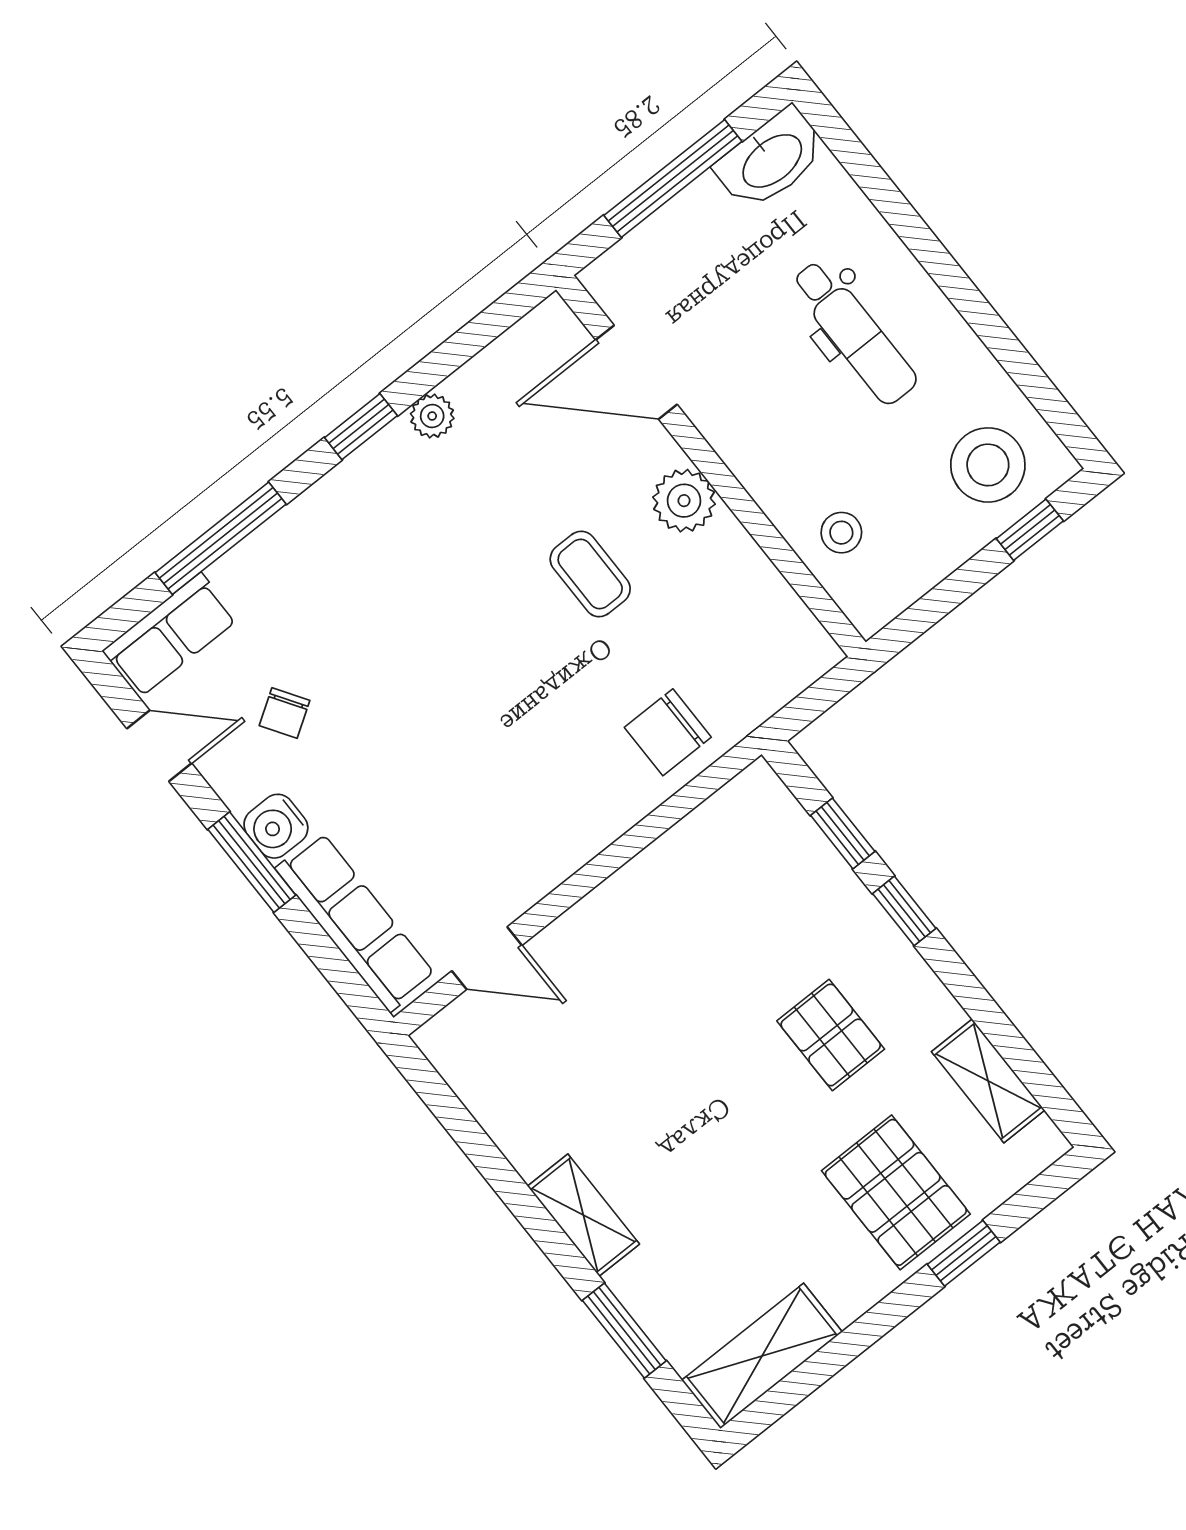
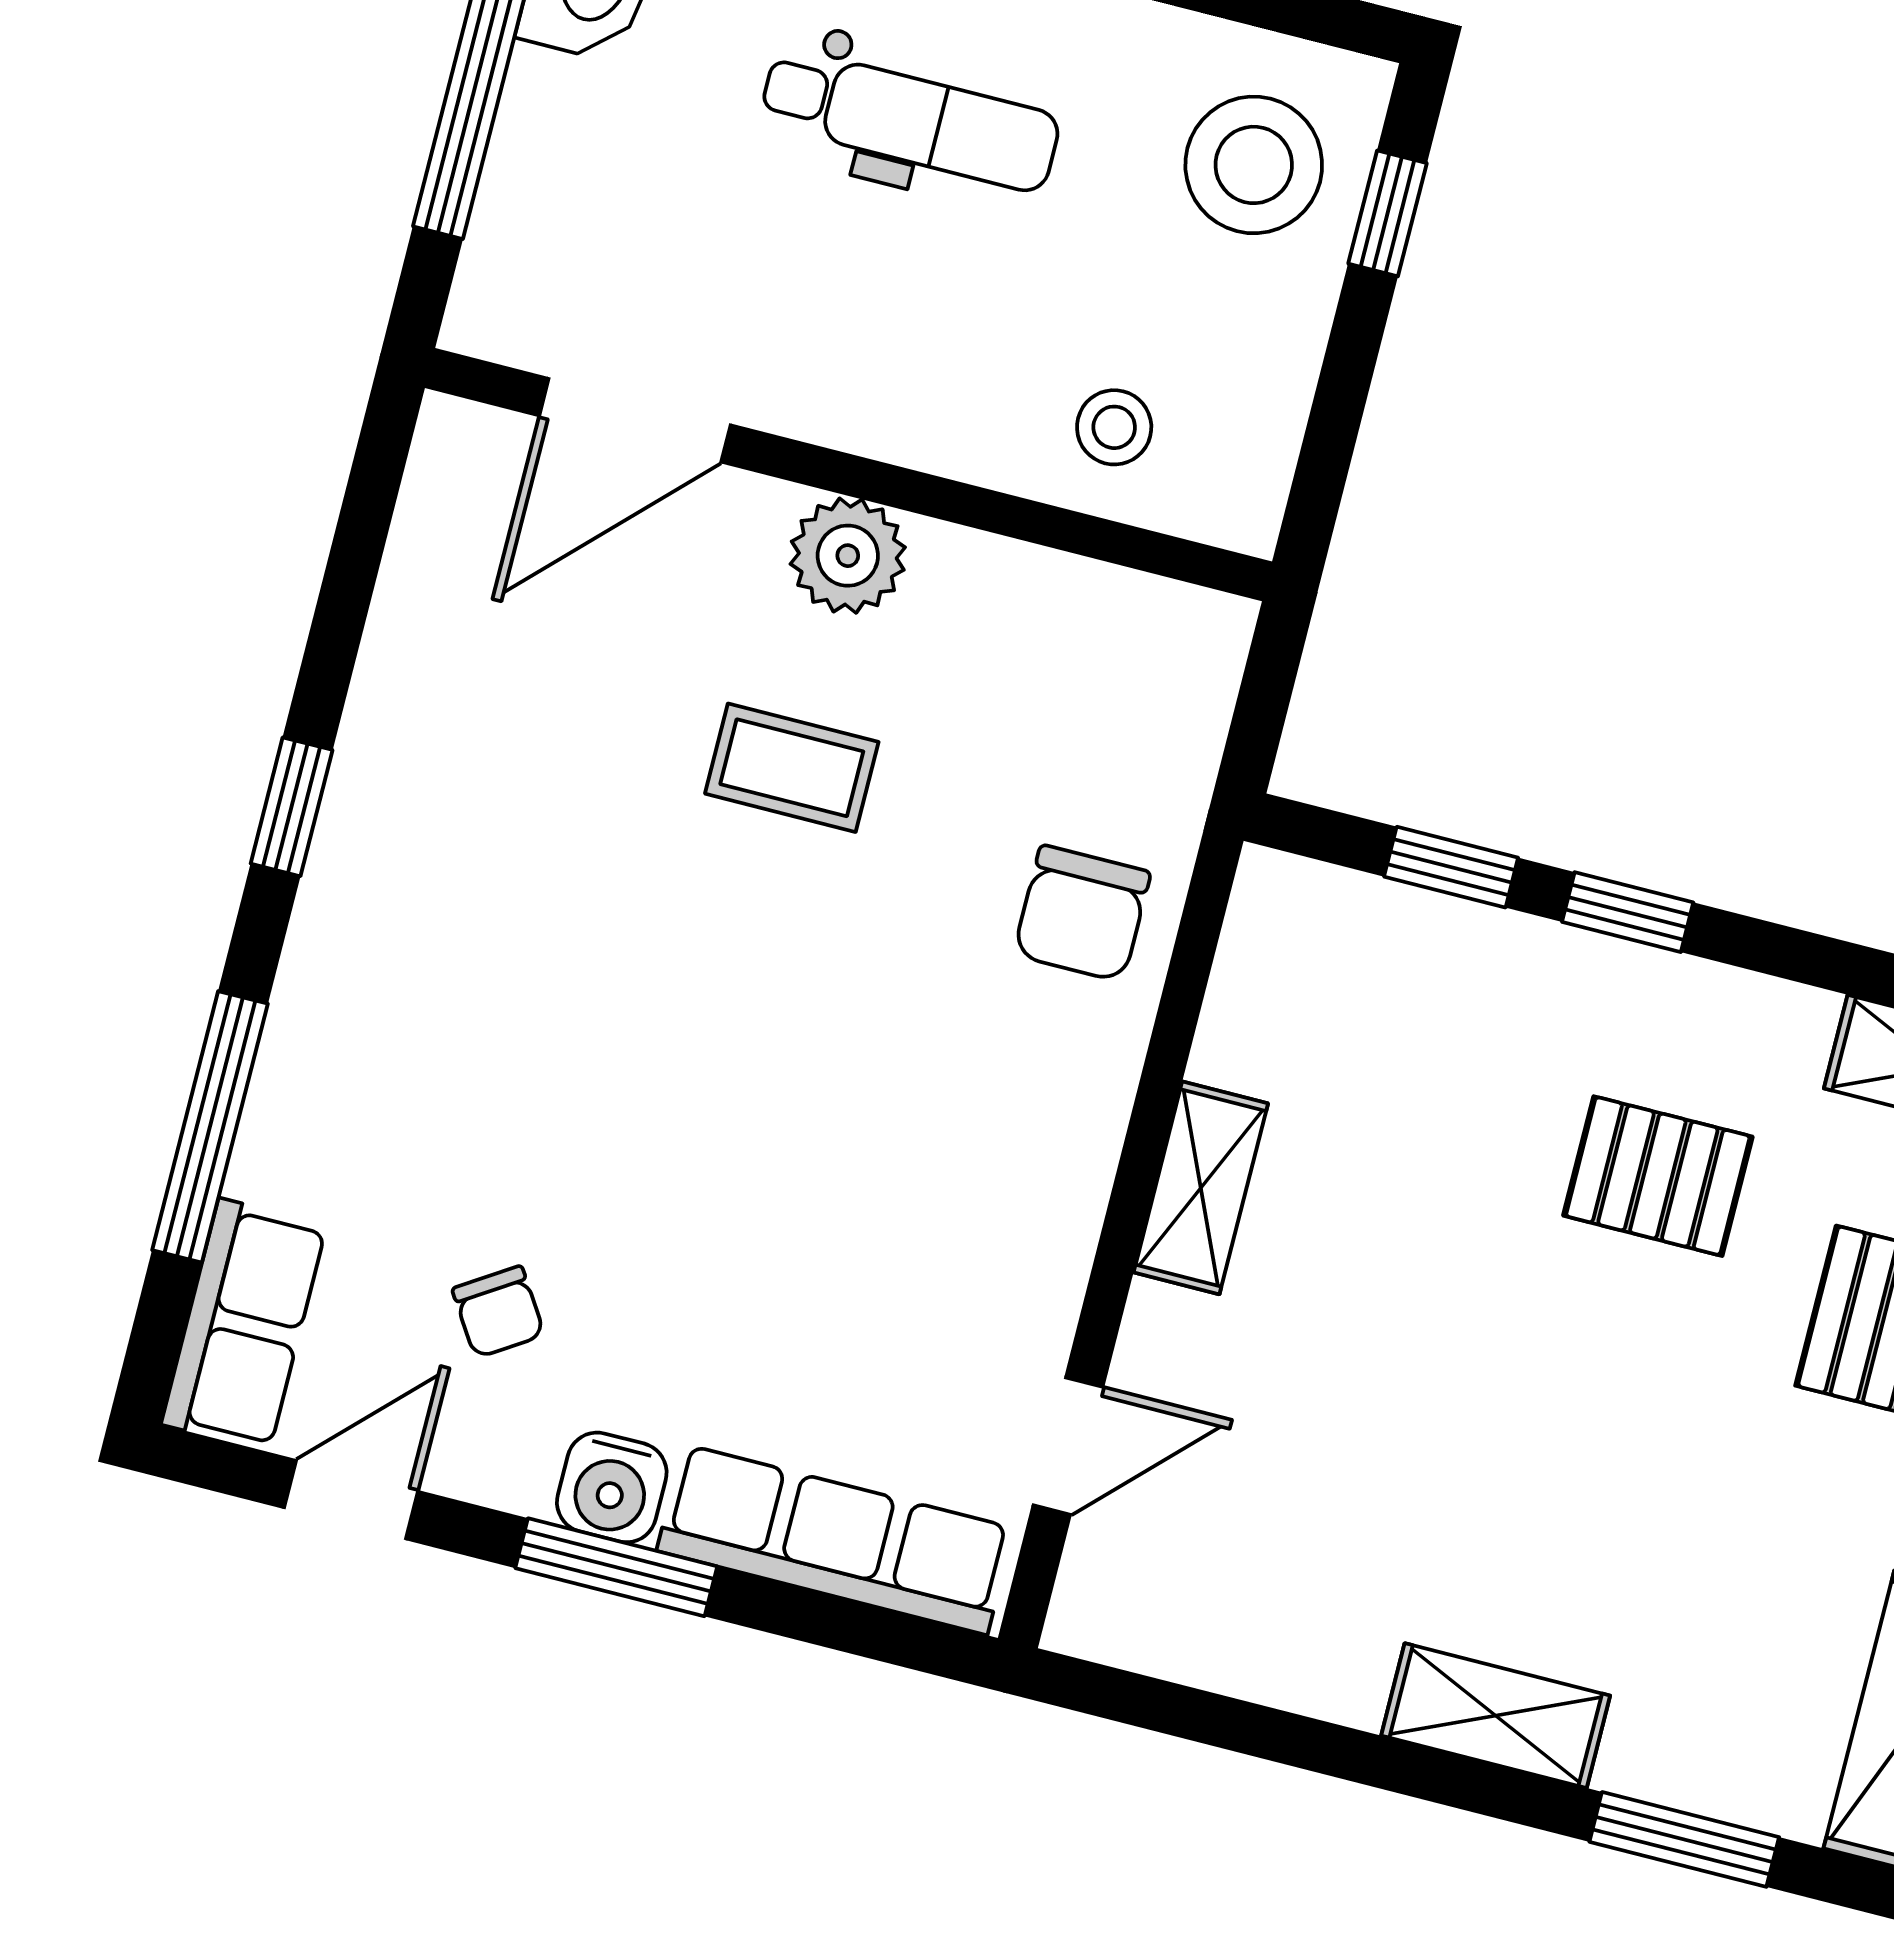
plant: (432, 416) -> (384, 712), removed
shelving: (629, 890) -> (1201, 1188), added

